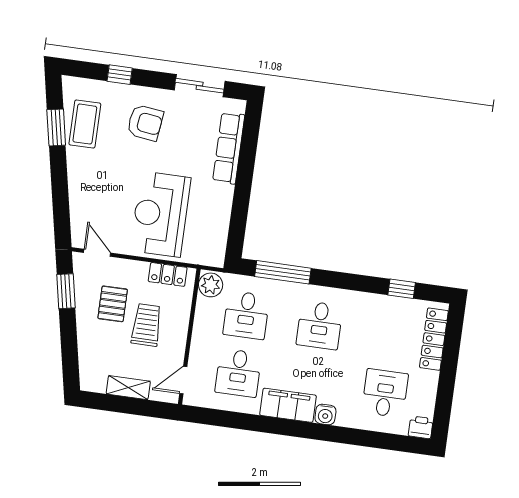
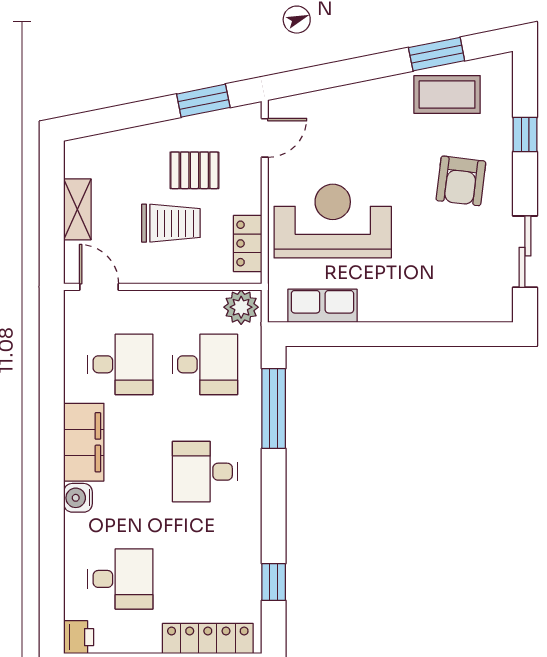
row of seats: (229, 148) -> (322, 306), moved, width x0.68
desk: (246, 315) -> (205, 364), turned 180
desk: (238, 373) -> (120, 364), turned 180

